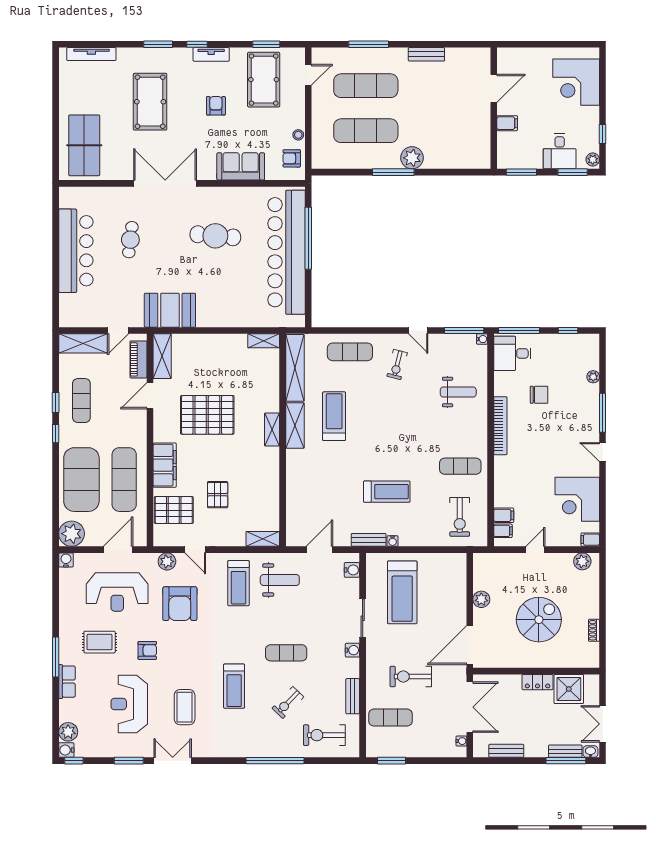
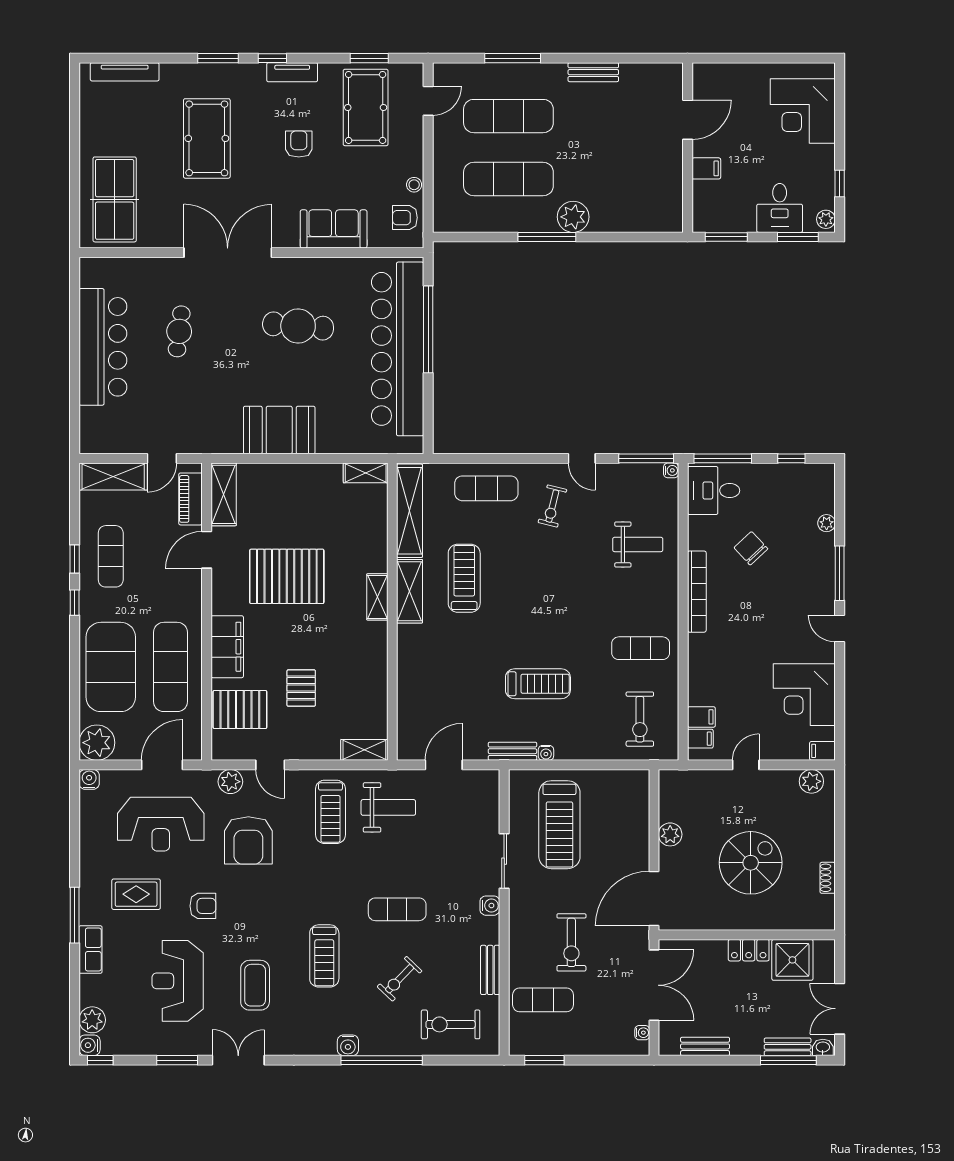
booth: (170, 310) -> (279, 430), moved
chair: (539, 395) -> (751, 548), turned -133
water cooler: (352, 570) -> (348, 1045), moved, turned 90
exercise bike: (411, 677) -> (571, 942), turned -90

